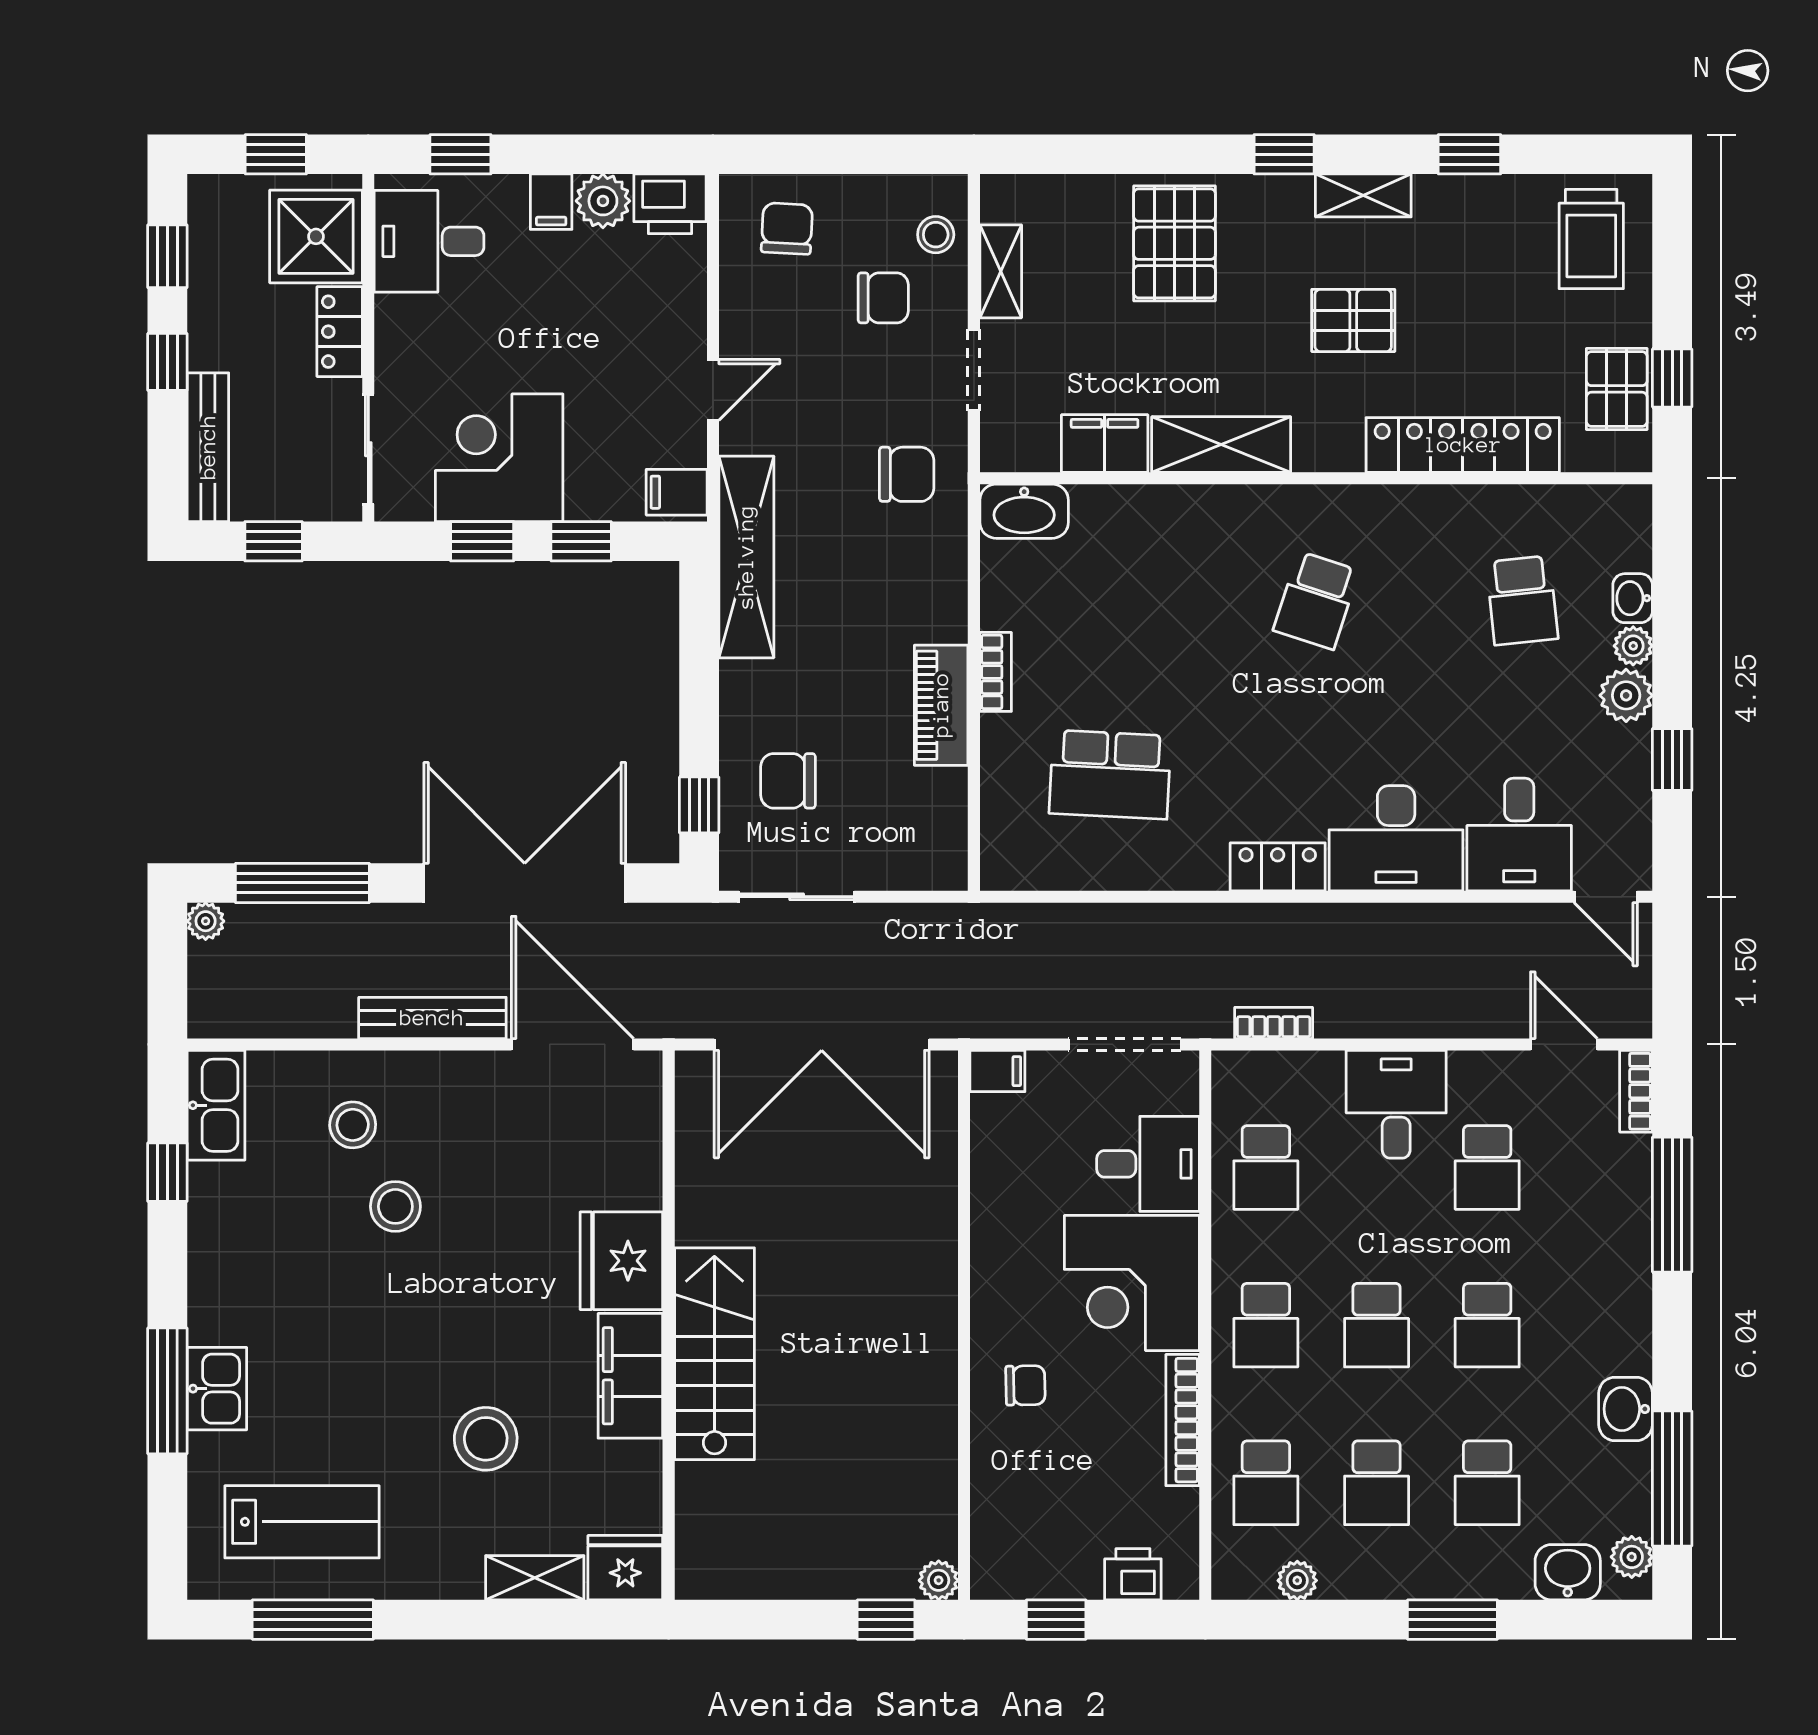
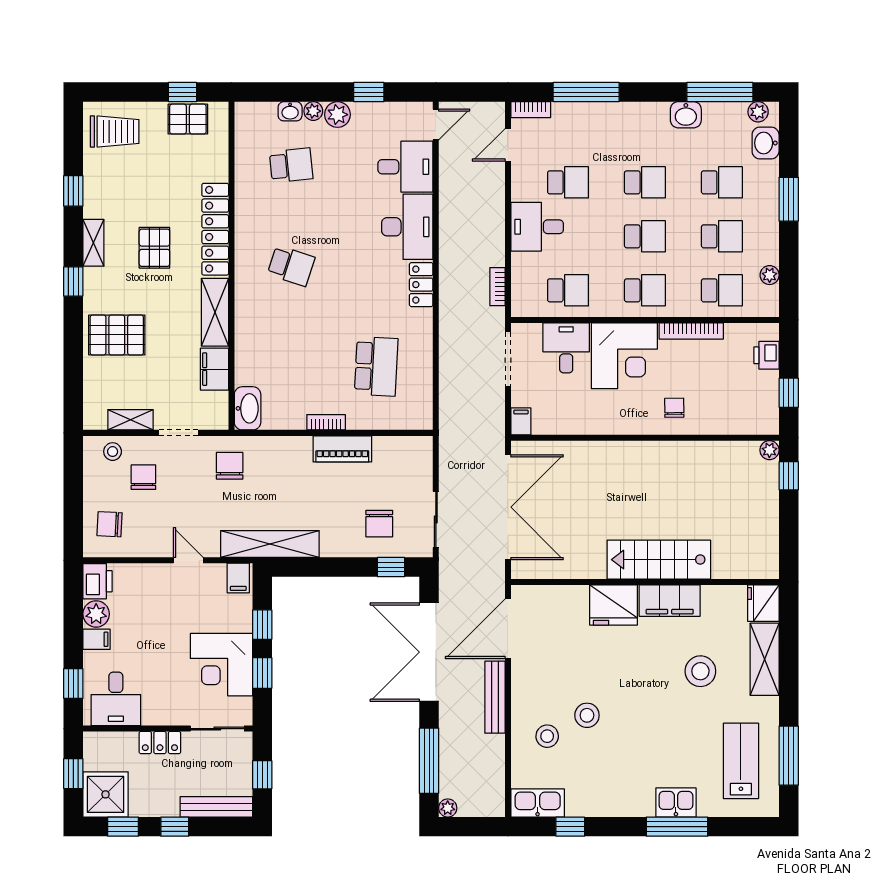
shower: (316, 236) -> (106, 794), moved
locker: (1463, 445) -> (215, 229), moved
shelving: (535, 1578) -> (765, 659), width x1.50, depth x1.33

